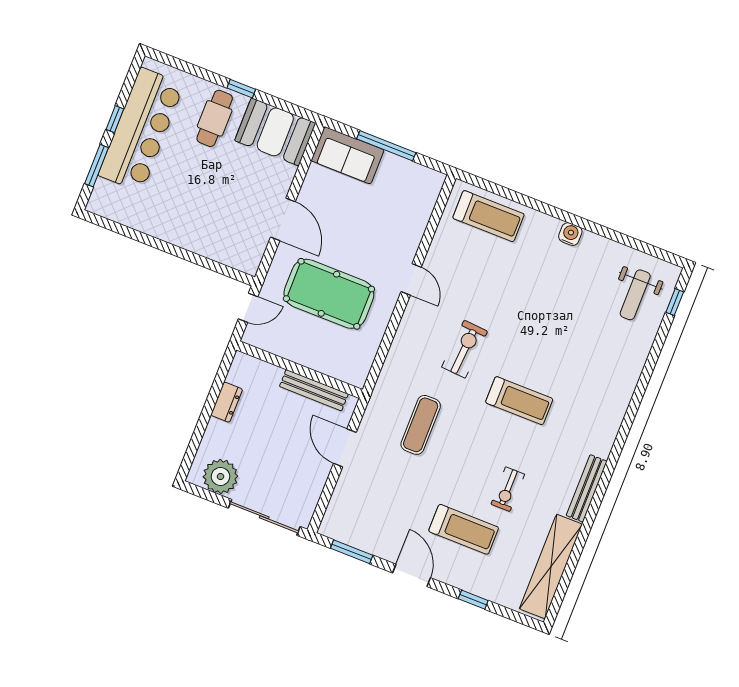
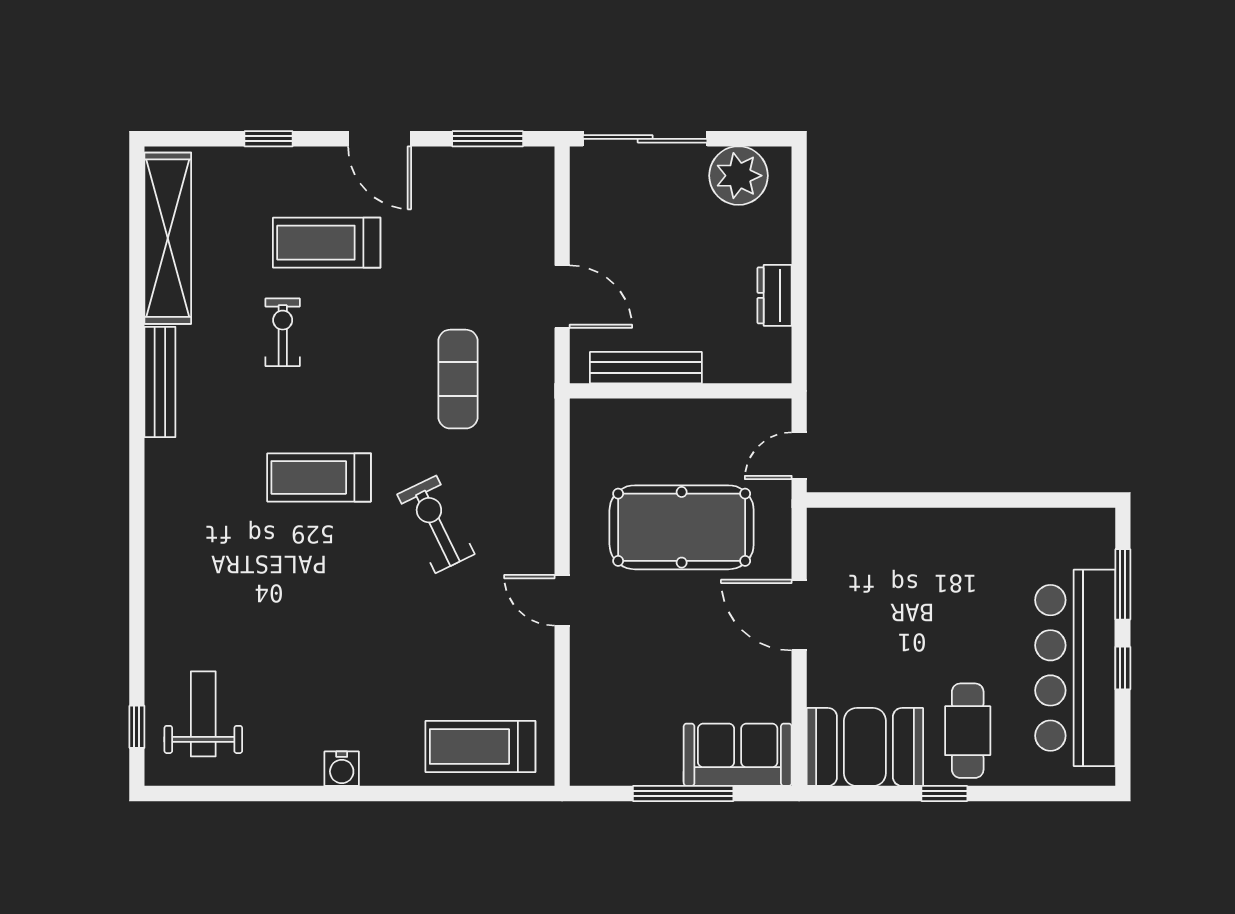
exercise bike: (465, 349) -> (436, 524), turned 150

